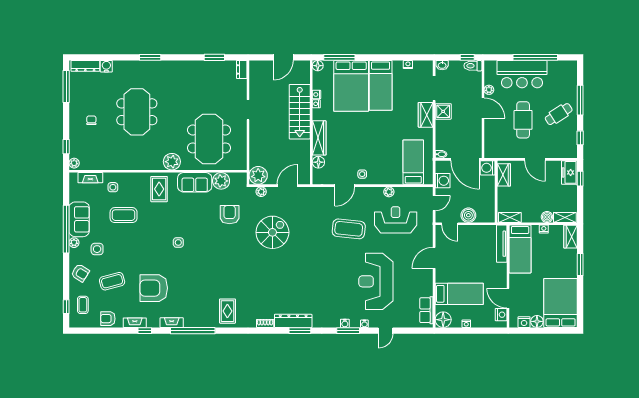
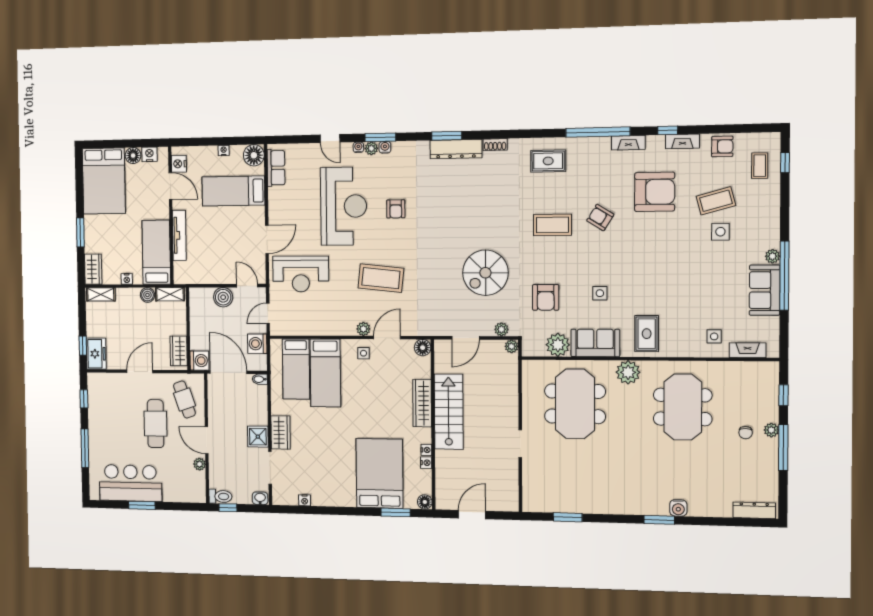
window: (339, 57) -> (396, 512), width x0.69
window: (535, 57) -> (142, 505), width x0.47
water cooler: (106, 66) -> (678, 508), moved
dresser: (242, 69) -> (529, 499), removed
bar counter: (522, 74) -> (130, 483), moved
bed: (381, 85) -> (325, 373), moved, turned 180
window: (66, 86) -> (783, 448), moved
meeting table: (137, 112) -> (683, 407), moved
stairs: (300, 112) -> (449, 412), moved
cafe table: (559, 114) -> (184, 399), moved, turned -76
door: (535, 159) -> (140, 371), hinge flipped
floor lamp: (318, 162) -> (423, 348), moved
plant: (74, 163) -> (771, 430), moved
plant: (258, 175) -> (511, 346), width x0.53, depth x0.53
plant: (389, 192) -> (363, 329), moved
coffee table: (124, 215) -> (552, 225), moved
boiler: (547, 217) -> (147, 295), moved
reception desk: (396, 220) -> (301, 274), moved
side table: (178, 242) -> (600, 293), moved
tv unit: (502, 244) -> (179, 235), moved
side table: (97, 249) -> (720, 232), moved
armchair: (80, 273) -> (600, 217), moved
armchair: (337, 279) -> (396, 209), added
rug: (227, 311) -> (548, 161), turned 90
plant: (355, 323) -> (371, 148), added
door: (386, 331) -> (330, 139), swing flipped

